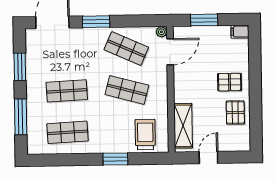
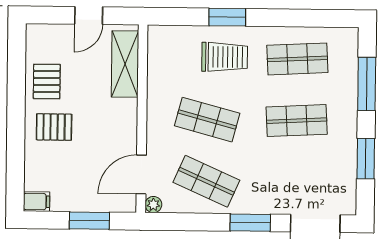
trolley: (145, 134) -> (225, 57), moved, turned -90

